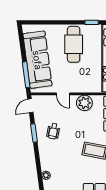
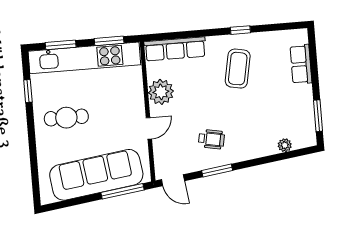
cafe table: (74, 44) -> (66, 118), width x0.73, depth x0.74

